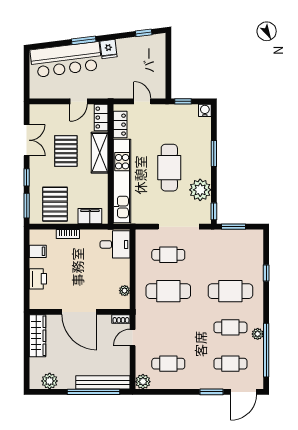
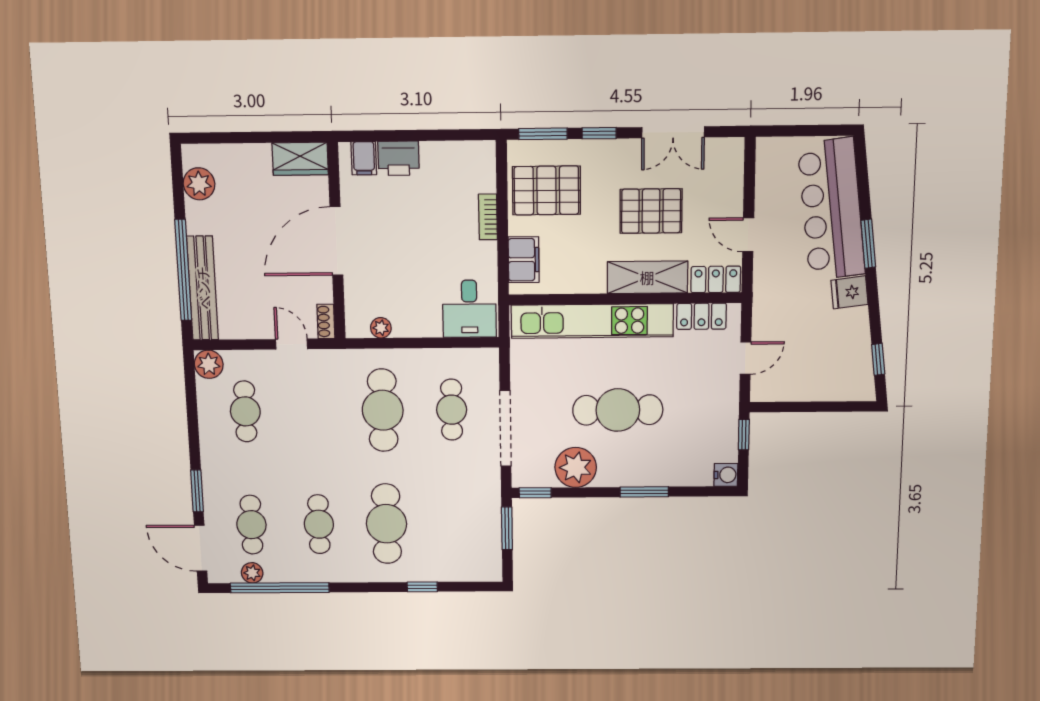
filing cabinet: (38, 251) -> (364, 158), moved
plant: (258, 334) -> (252, 573), moved
wardrobe: (38, 336) -> (300, 159), width x0.67

